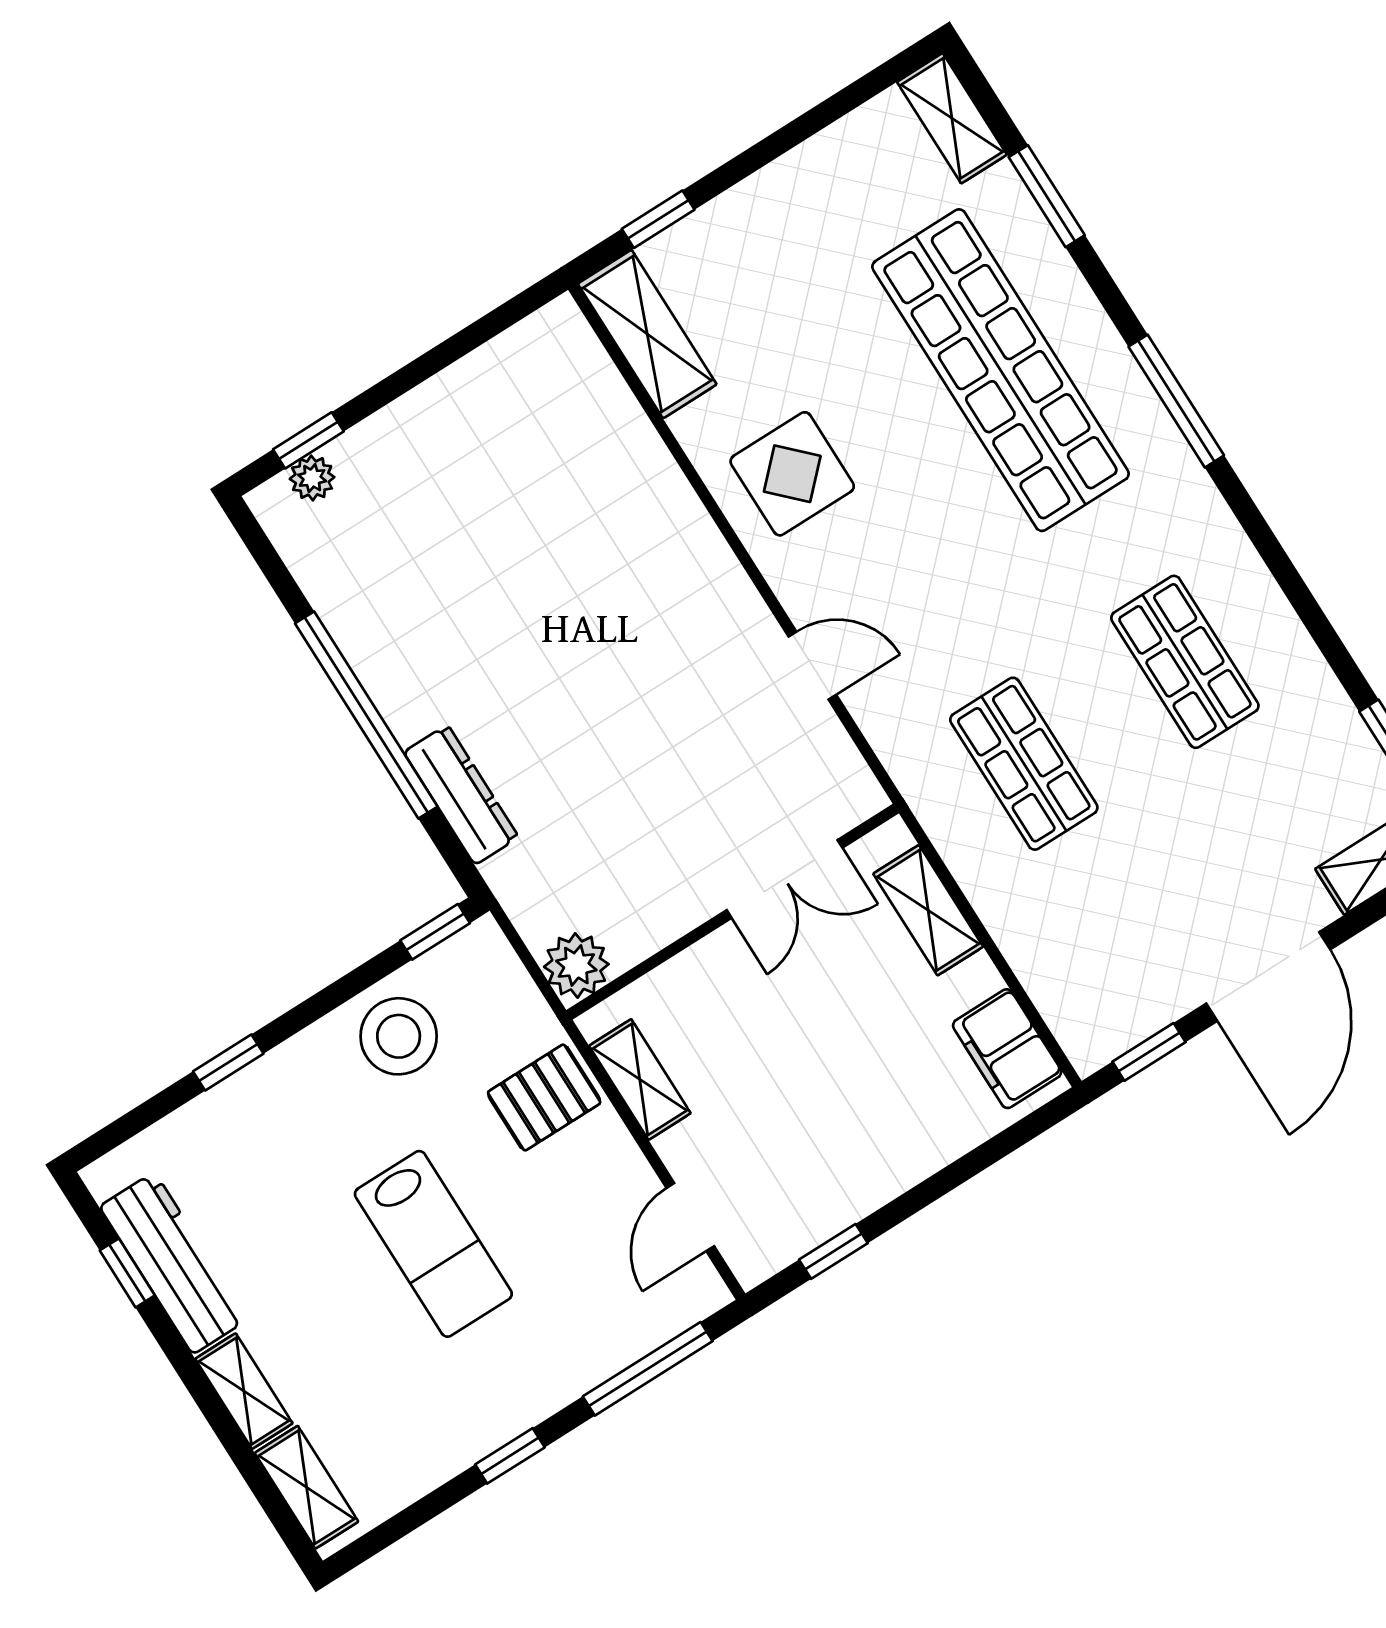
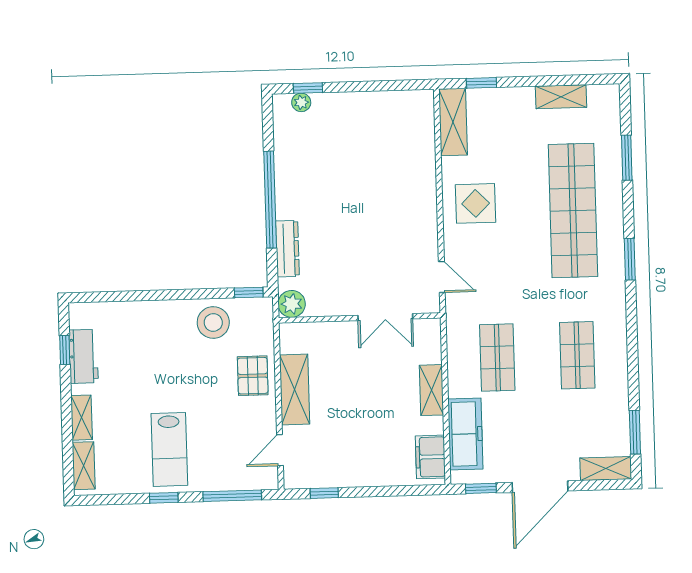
shelving: (952, 118) -> (561, 97), moved, turned 90
window: (1176, 401) -> (630, 259), width x0.69
double door: (785, 879) -> (385, 317), moved
wall: (733, 912) -> (360, 318), moved
freezer: (1051, 959) -> (465, 434), added
plant: (576, 965) -> (292, 304), moved
window: (228, 1062) -> (146, 296), removed
shelving: (640, 1079) -> (295, 390), width x1.50, depth x1.33
pallet: (544, 1098) -> (253, 376), turned 90
lab bench: (433, 1244) -> (169, 449), moved
workbench: (174, 1263) -> (84, 356), width x0.73

